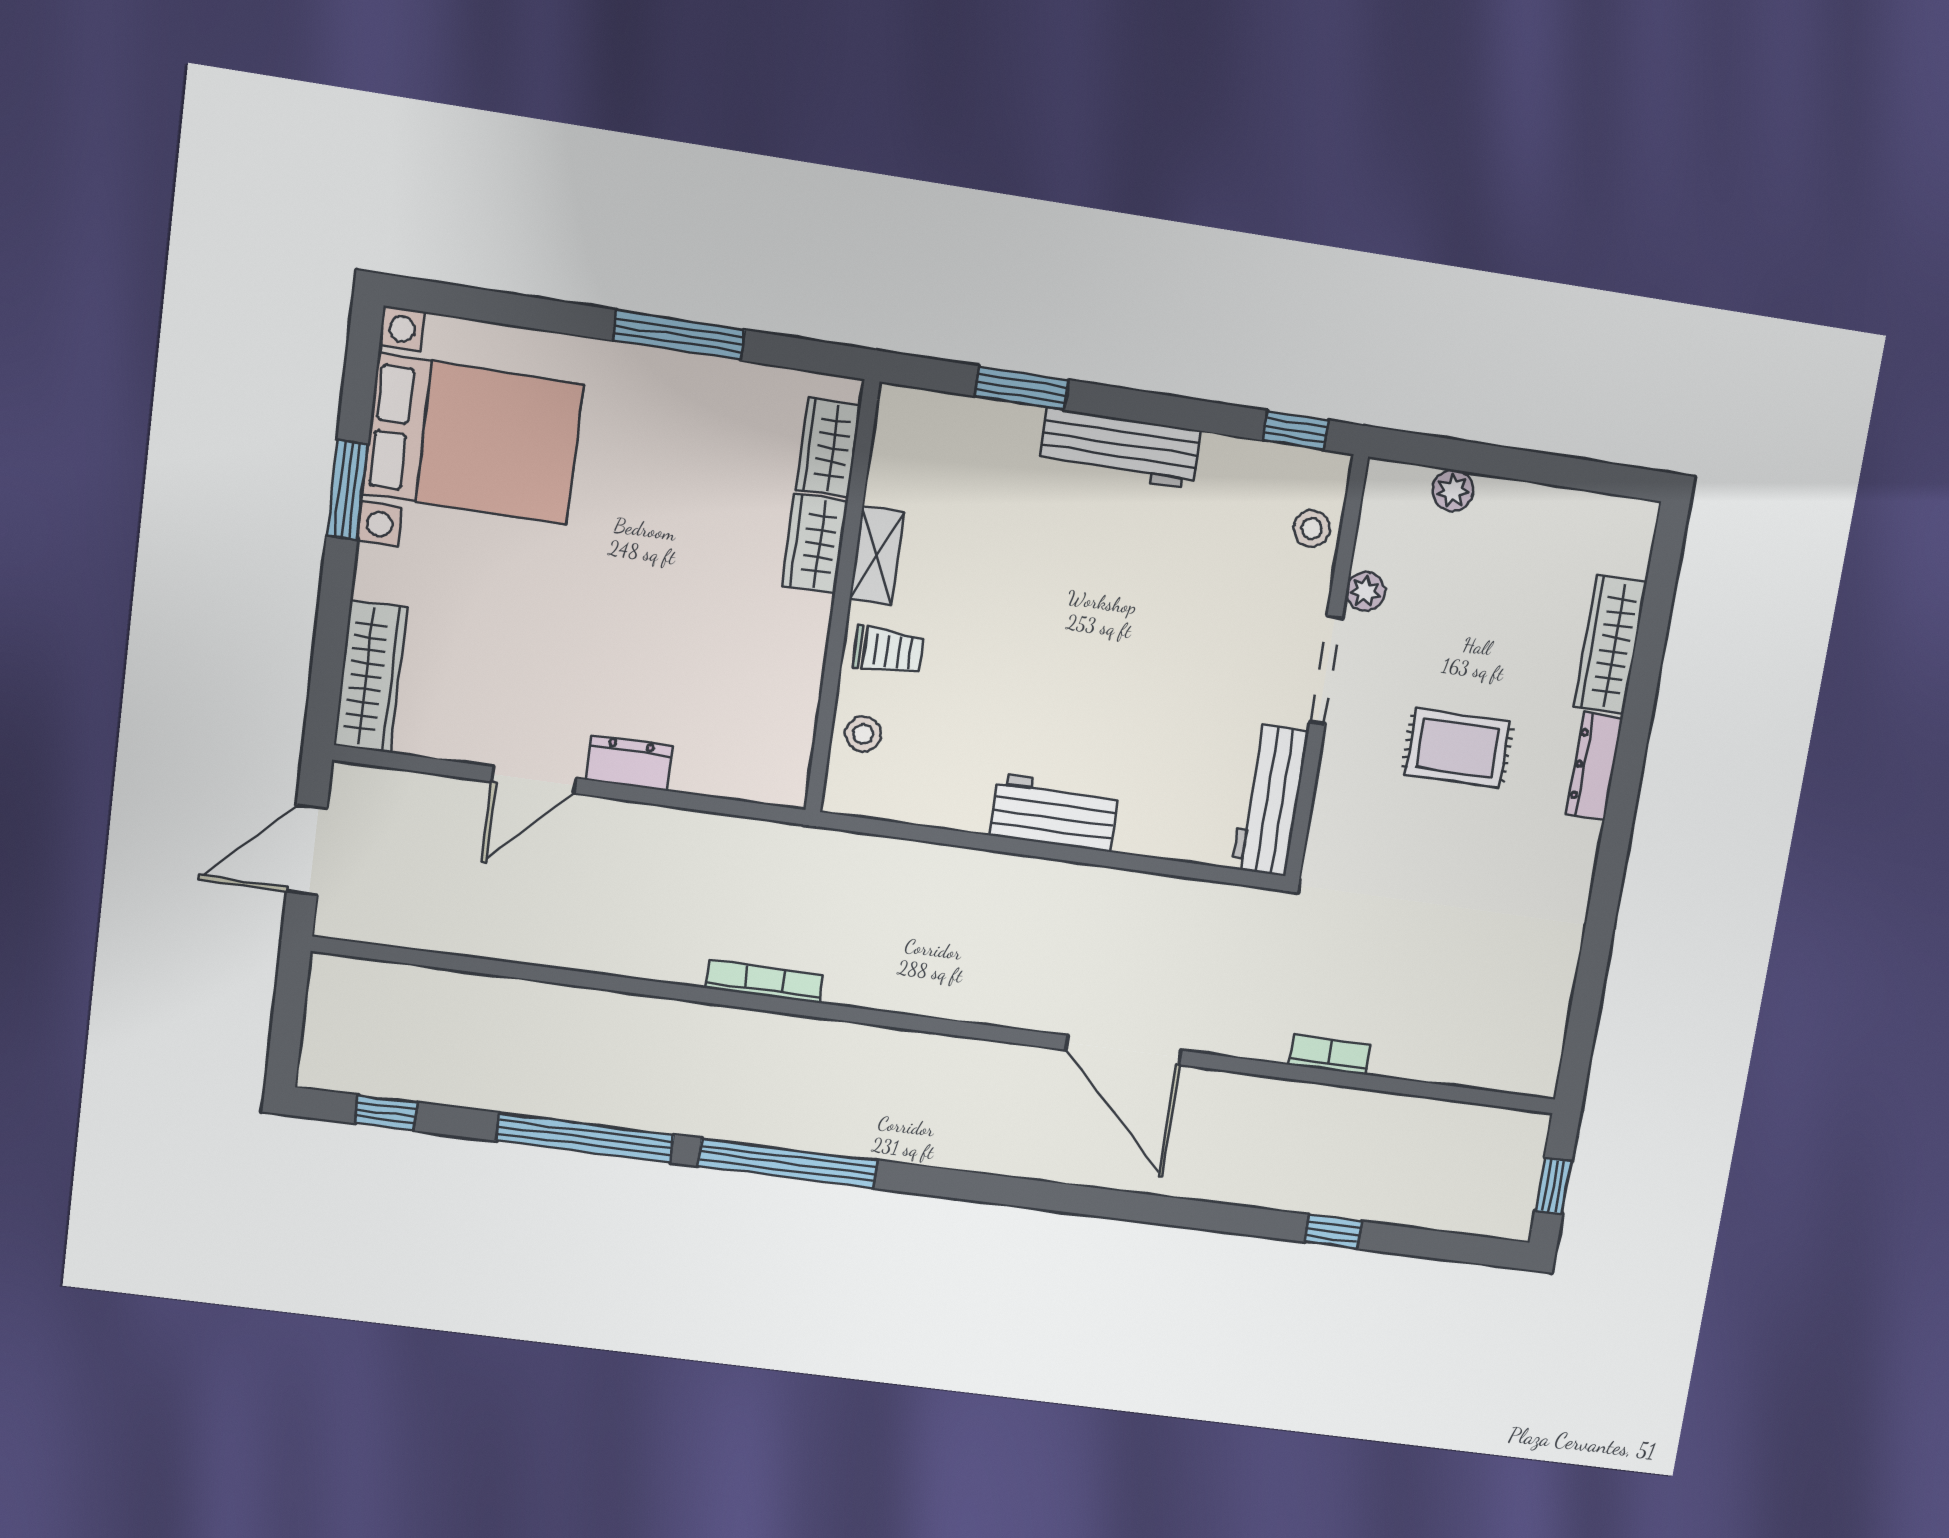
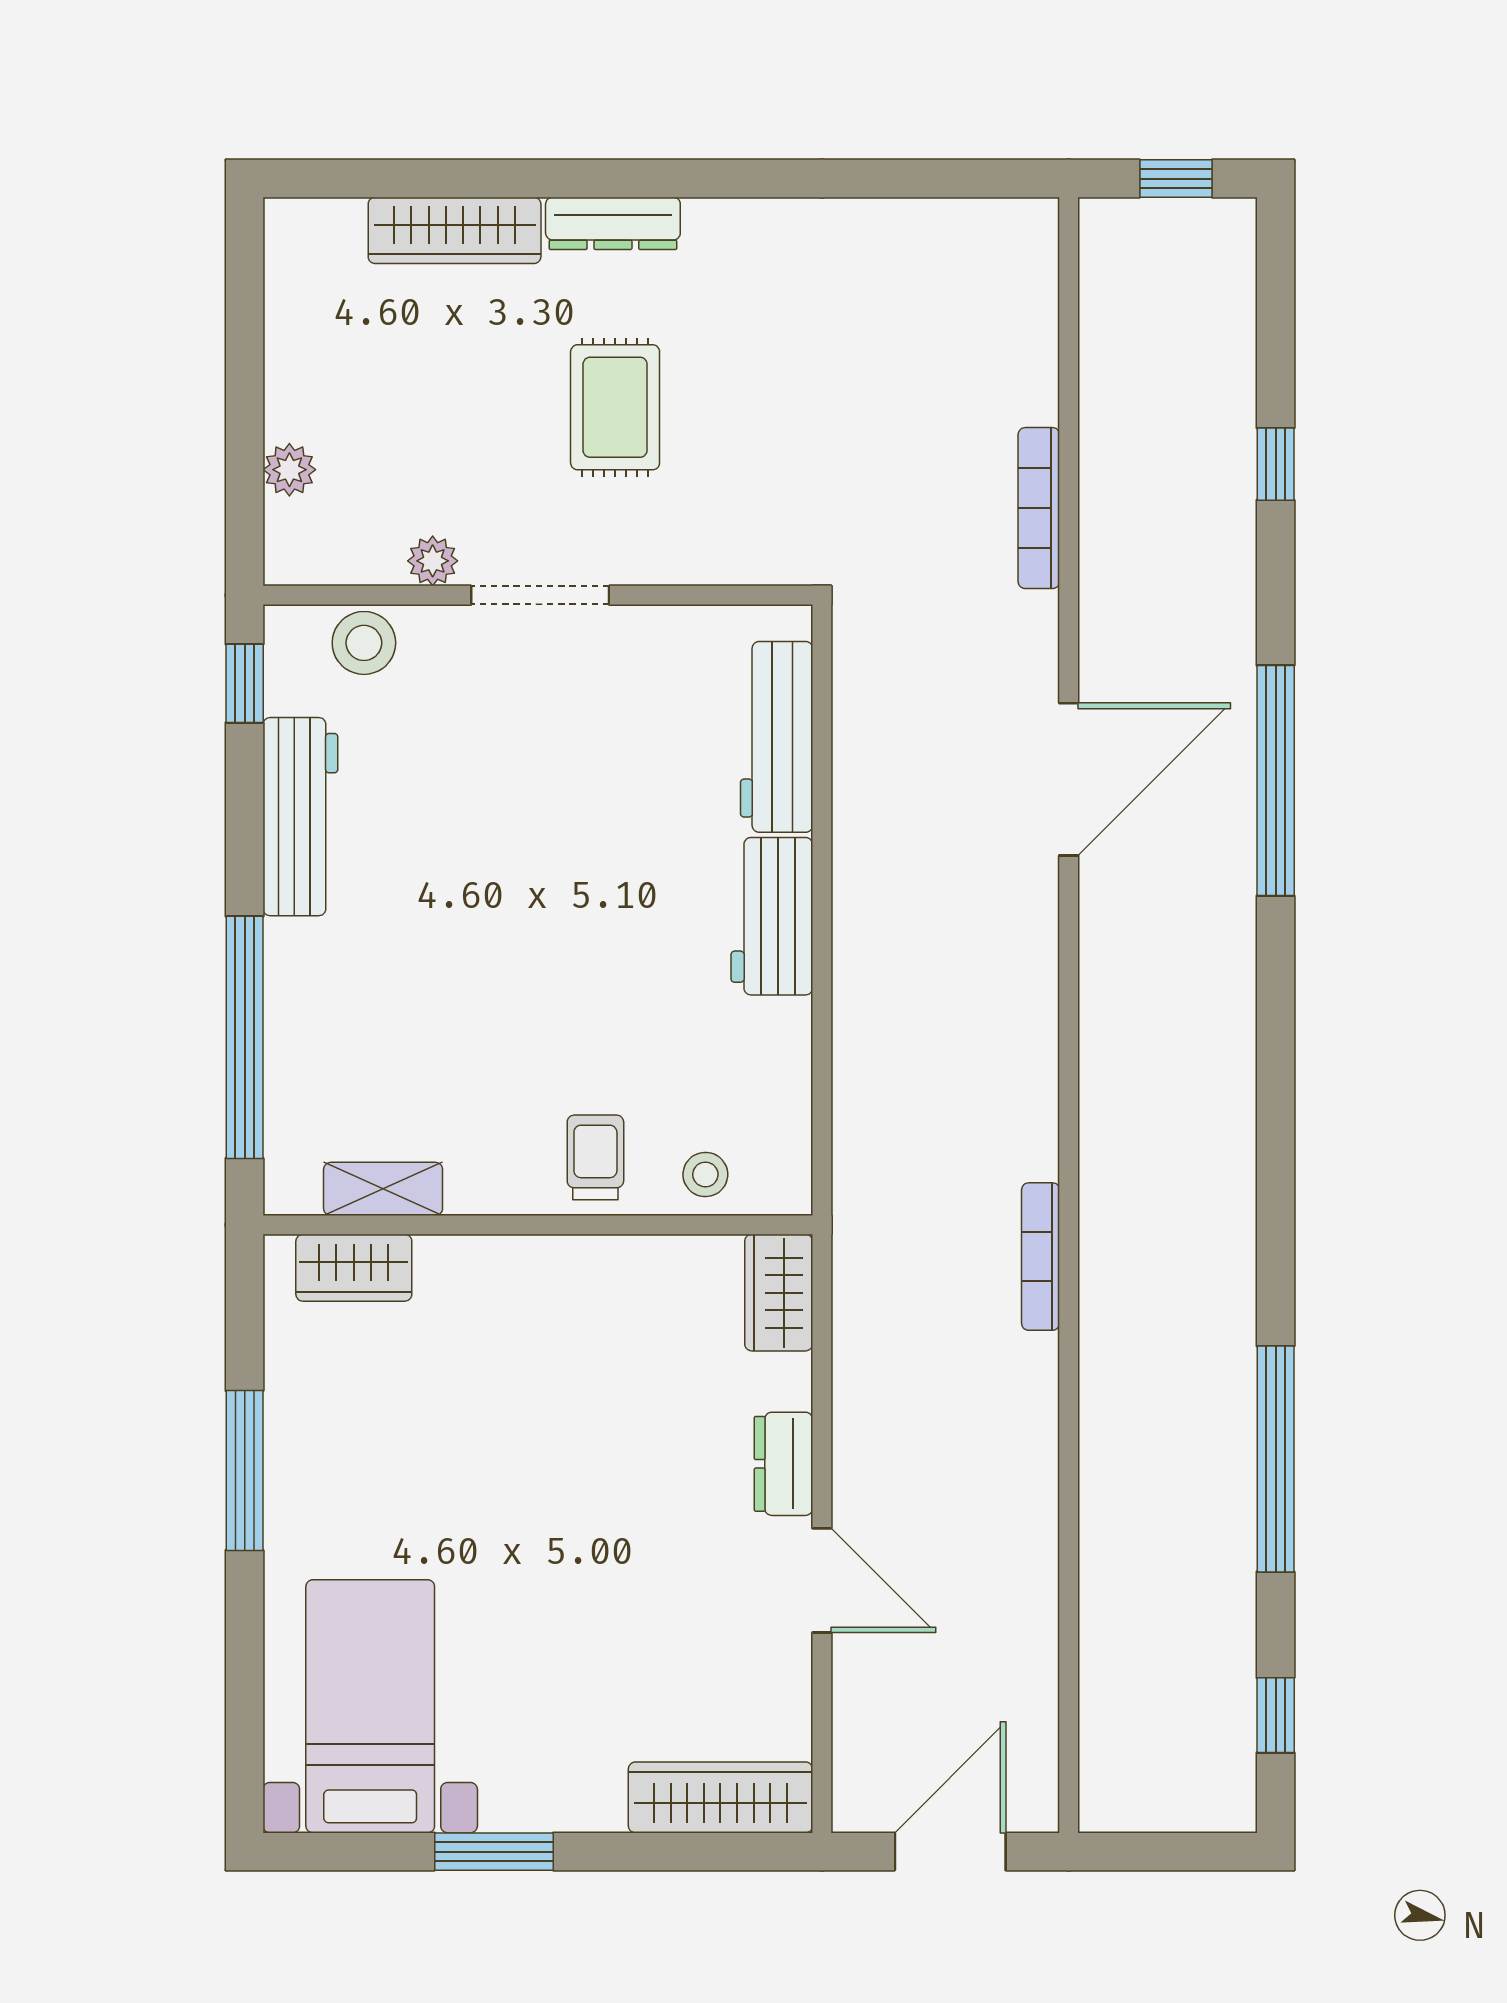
window: (1022, 388) -> (245, 1037), width x2.11
bed with nightstands: (473, 439) -> (370, 1706), width x0.73
workbench: (1120, 449) -> (300, 817), moved
stool: (1312, 529) -> (364, 643), width x1.37, depth x1.37
wardrobe: (815, 544) -> (779, 1293), moved, turned 90
shelving: (877, 555) -> (383, 1189), moved
workbench: (1270, 800) -> (777, 737), moved, turned 90
door: (307, 850) -> (950, 1852), swing flipped
bookcase: (1330, 1055) -> (1039, 508), width x1.56
window: (788, 1163) -> (1276, 781), moved

